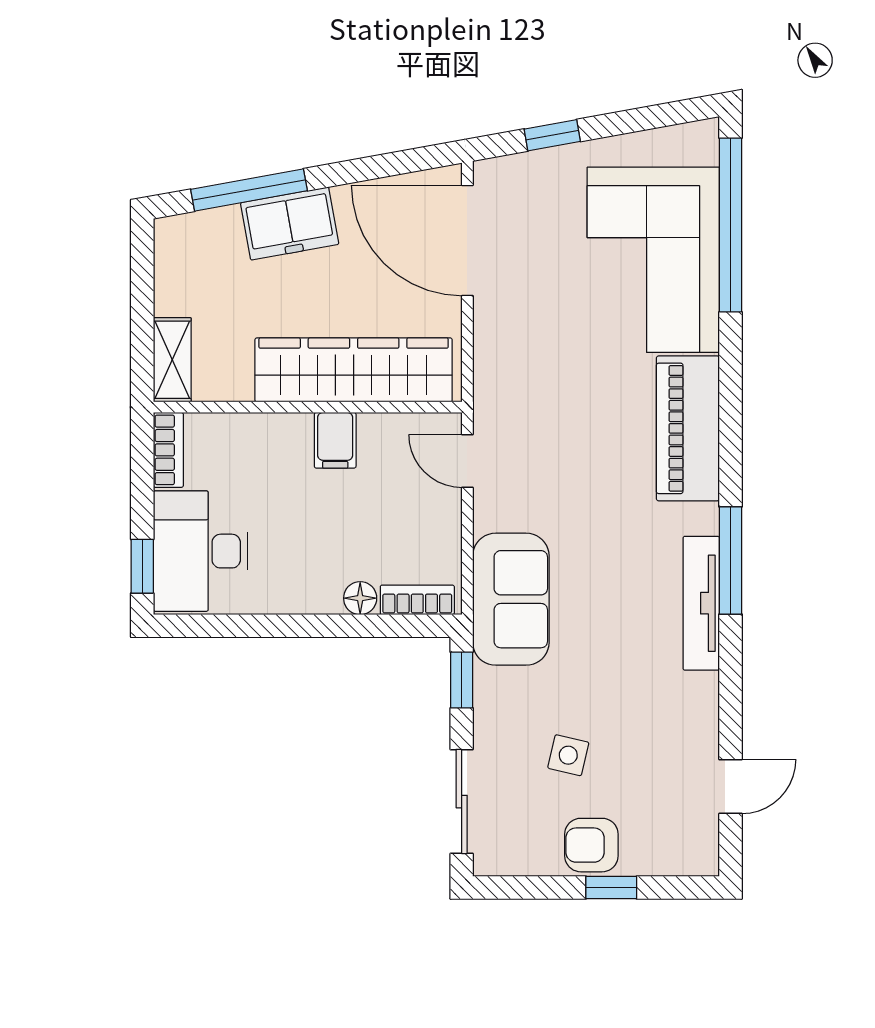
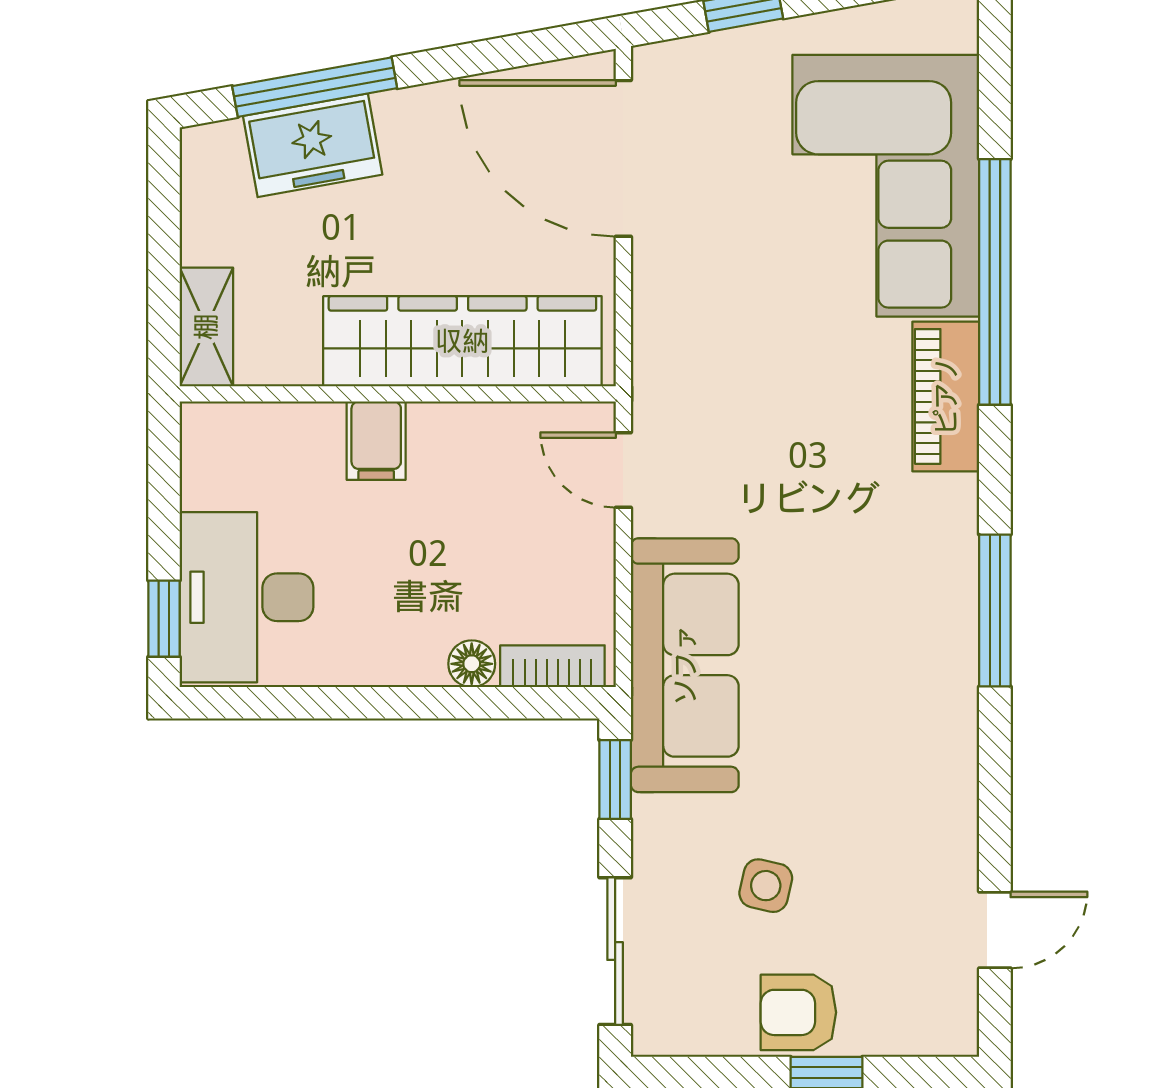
freezer: (290, 224) -> (313, 145), moved
window: (730, 225) -> (995, 282), moved
piano: (688, 428) -> (946, 396), width x0.73, depth x0.75
filing cabinet: (335, 440) -> (376, 441), moved
bookcase: (168, 450) -> (201, 454), removed
sofa: (511, 599) -> (685, 665), width x1.36
tv unit: (701, 603) -> (954, 671), removed

